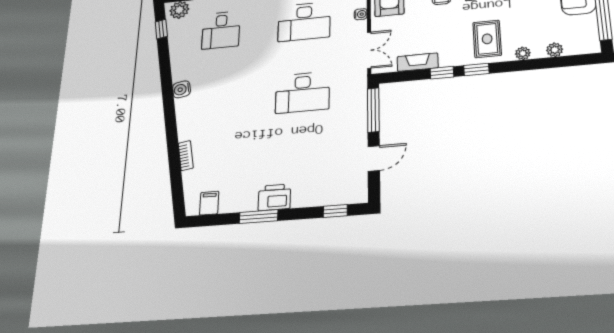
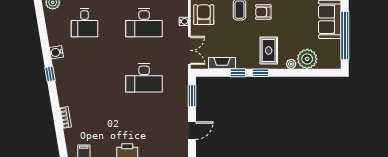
window: (161, 29) -> (50, 74), moved
plant: (555, 50) -> (307, 59), width x1.88, depth x1.88
water cooler: (182, 89) -> (56, 52), moved
window: (373, 110) -> (192, 96), width x0.69

